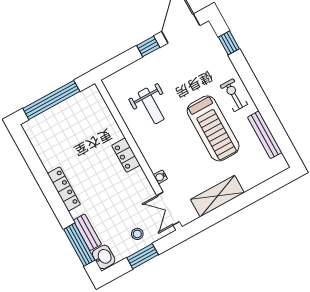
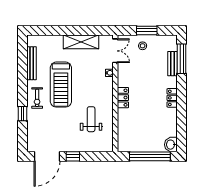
window: (229, 43) -> (22, 114), moved
treadmill: (213, 128) -> (61, 85), turned 180
locker: (64, 189) -> (172, 98), width x0.66
washbasin: (104, 257) -> (171, 145), moved

